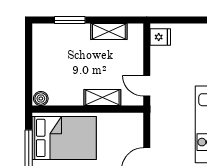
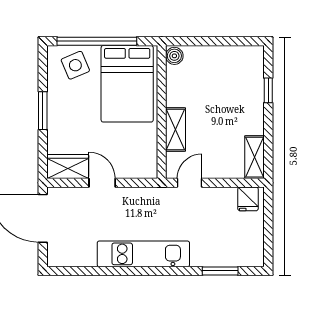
window: (70, 20) -> (268, 90), width x0.67
shelving: (109, 32) -> (255, 157), moved

